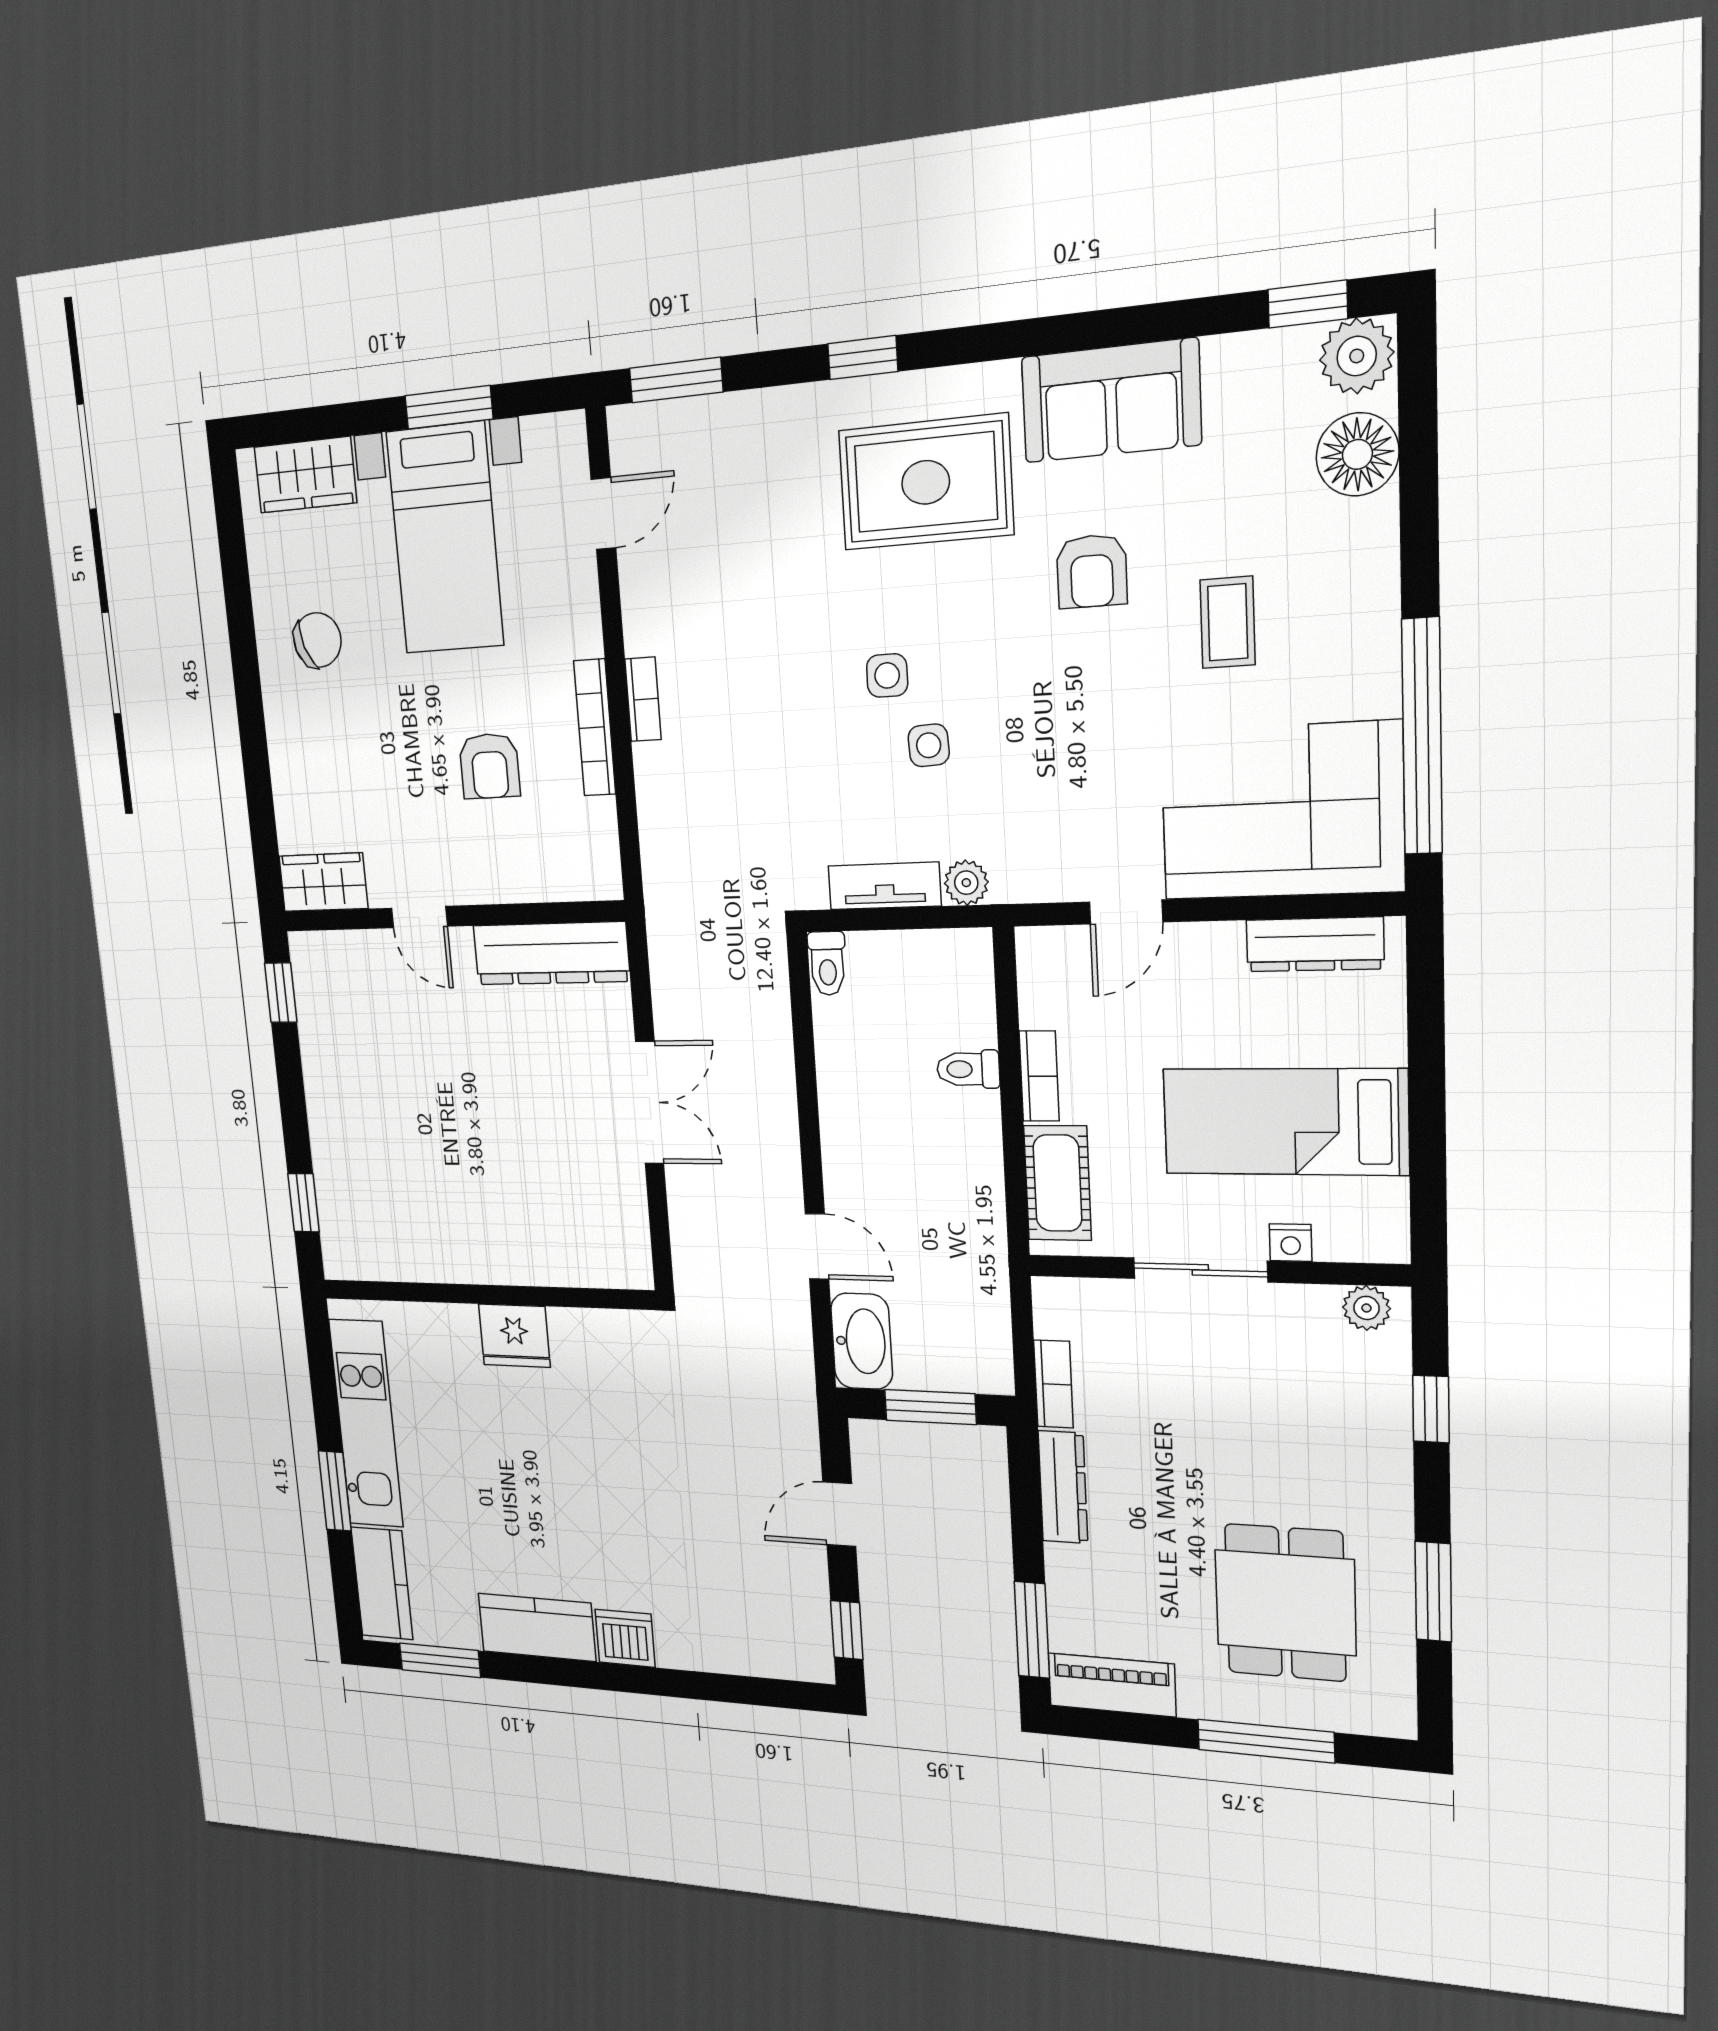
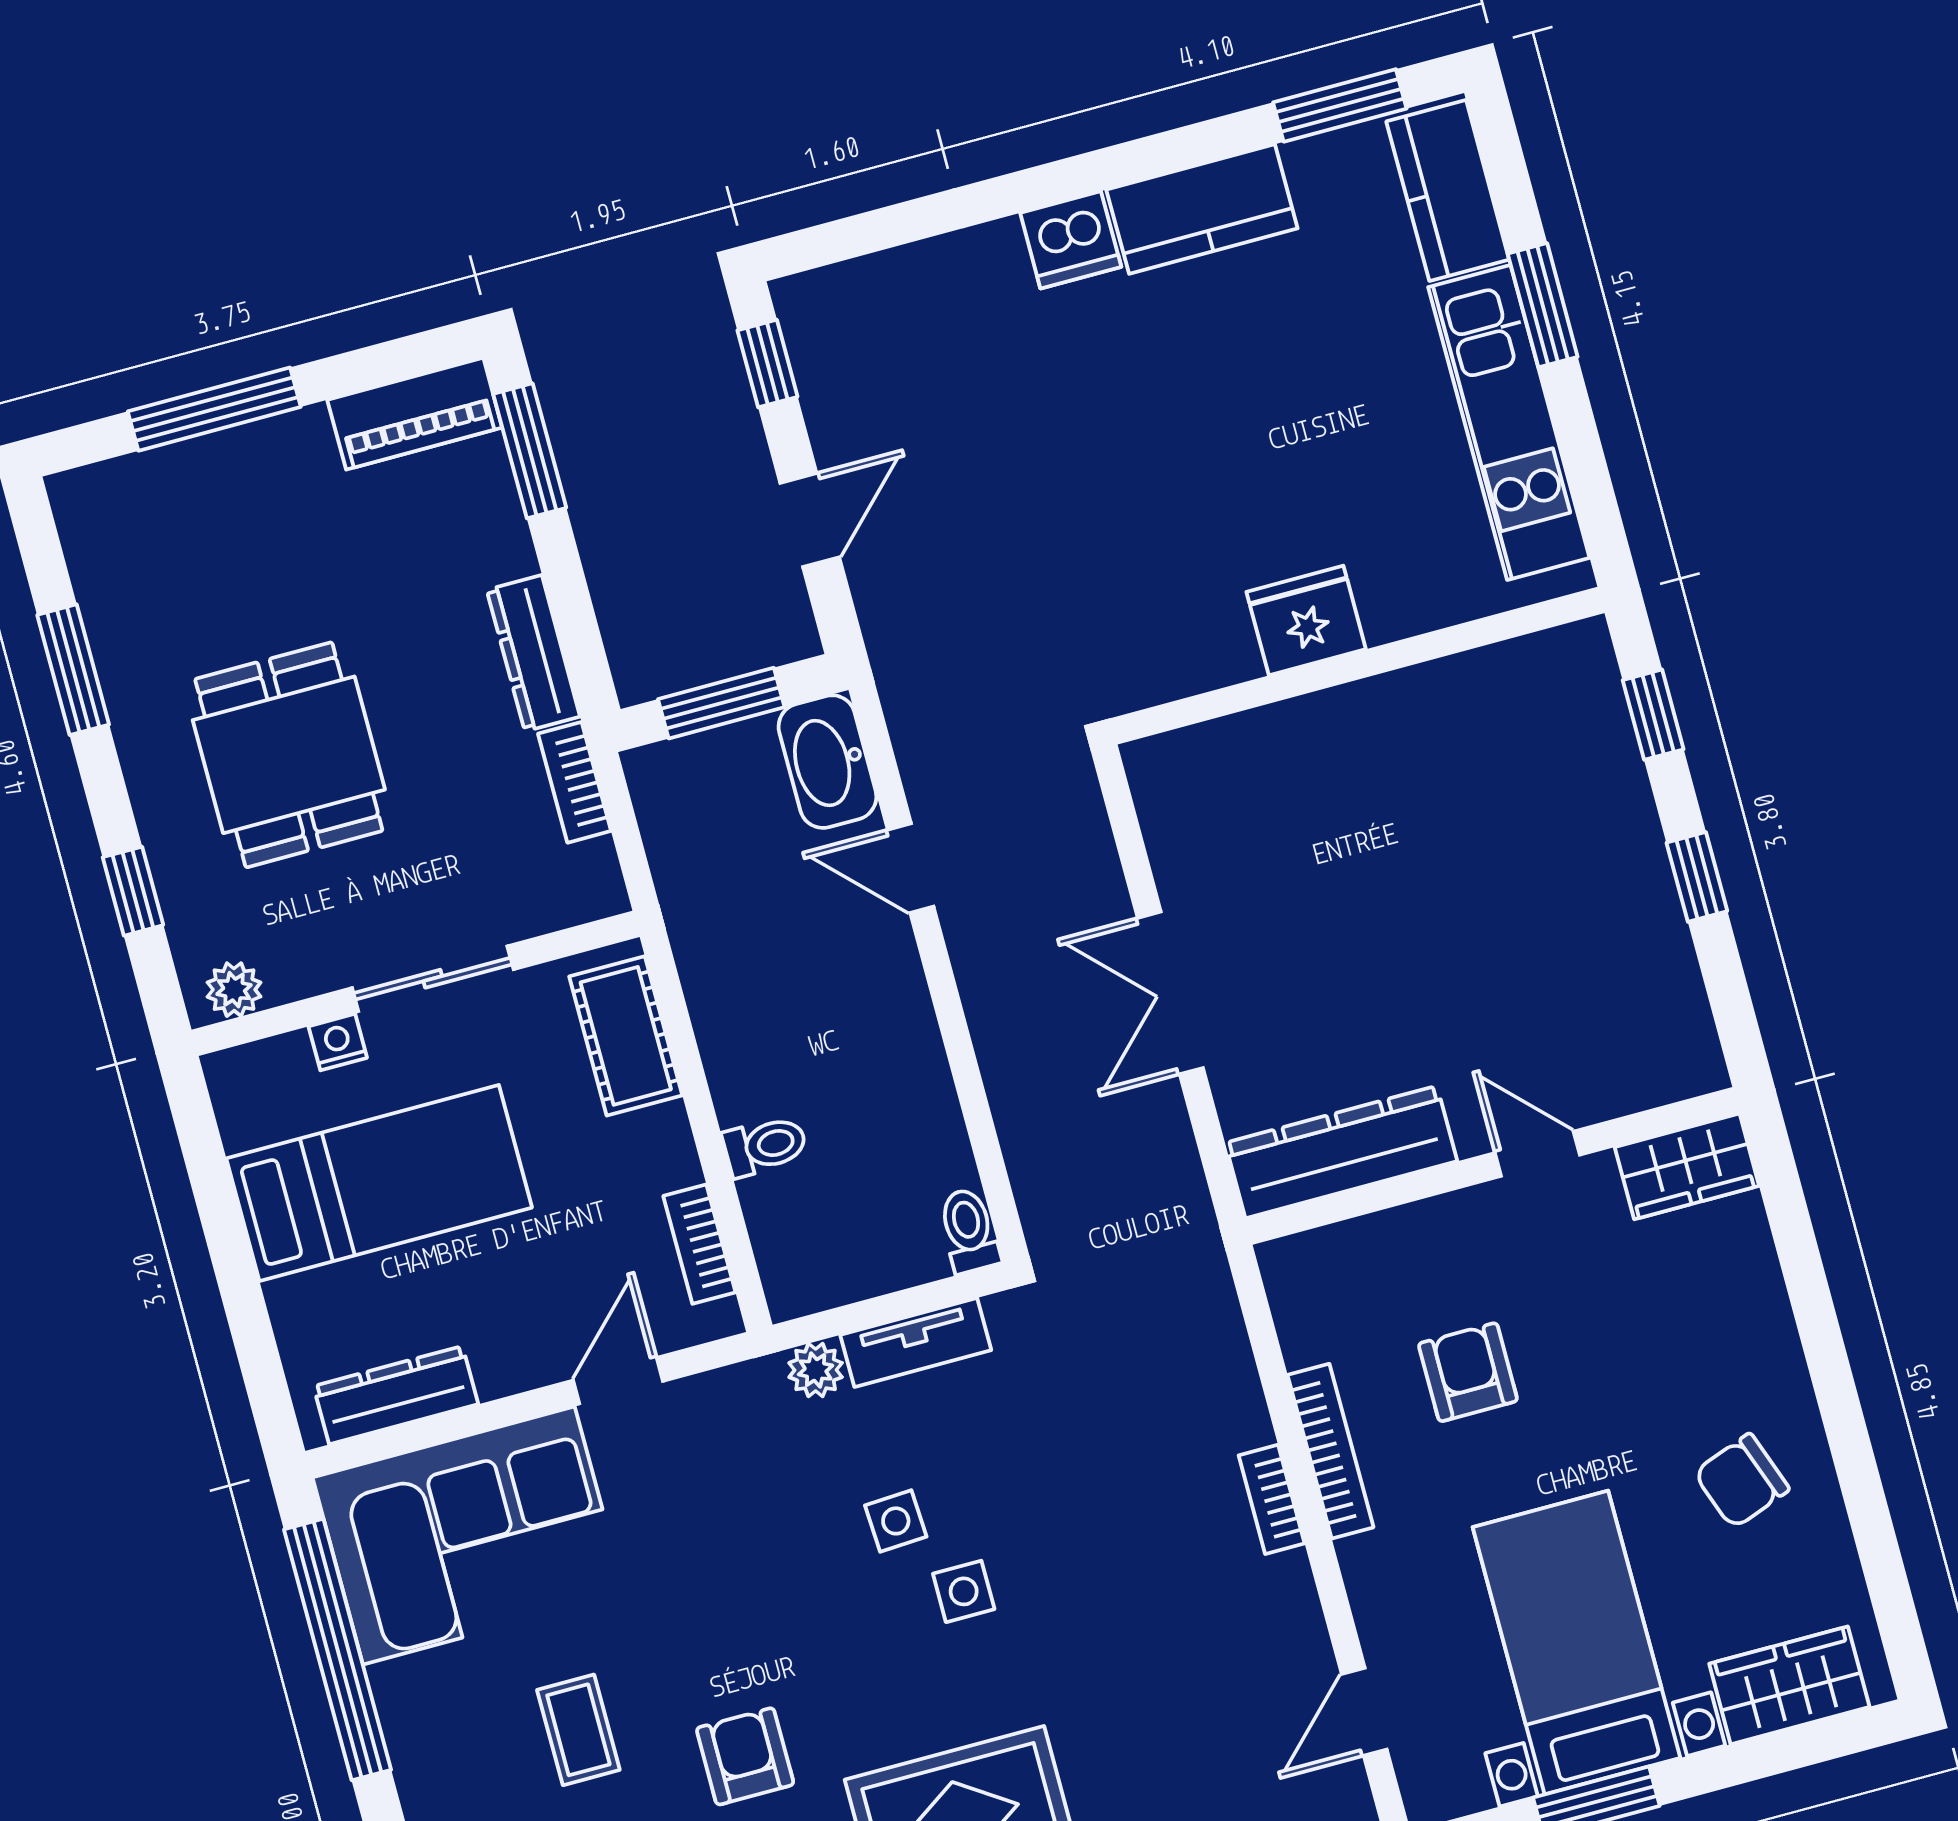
window: (281, 993) -> (1697, 877), moved
bookcase: (1039, 1076) -> (699, 1244), moved
dining table: (1285, 1603) -> (289, 755), moved

